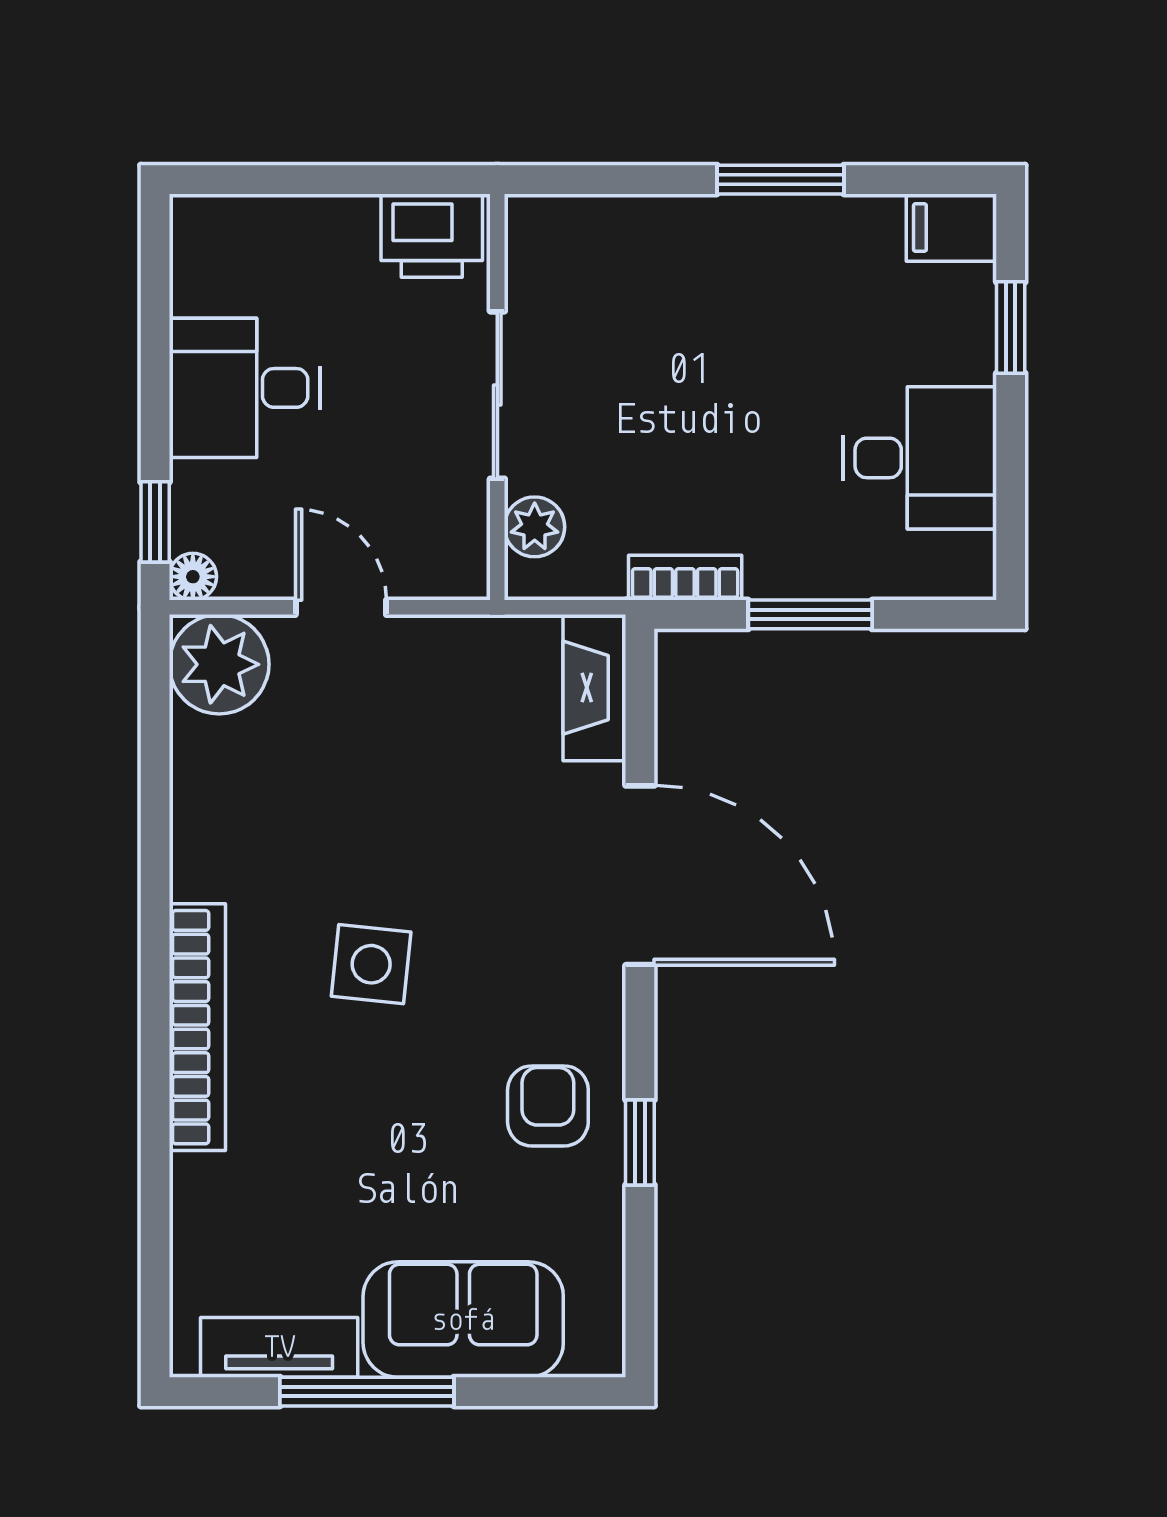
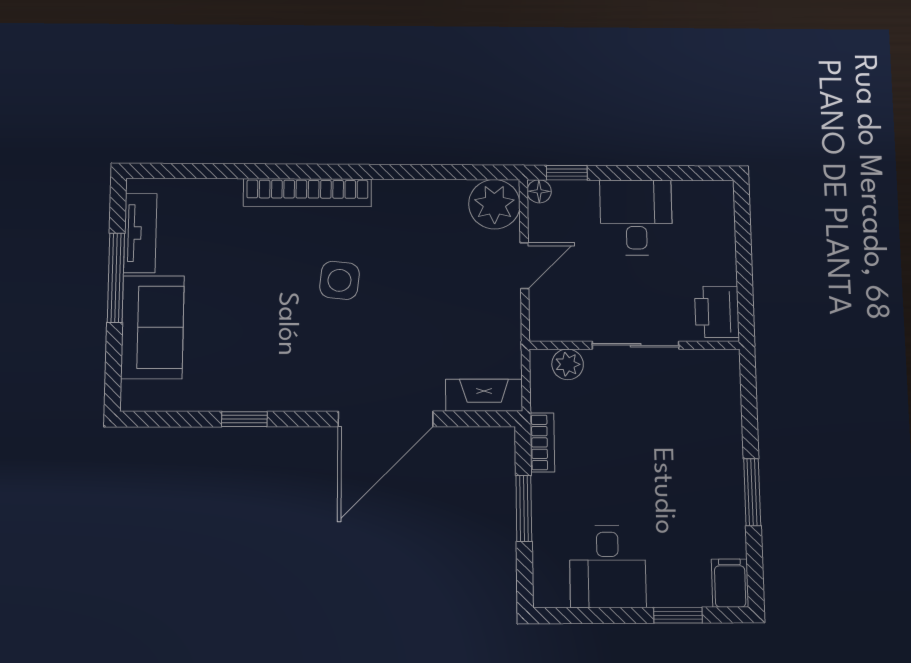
armchair: (548, 1106) -> (264, 371), removed

